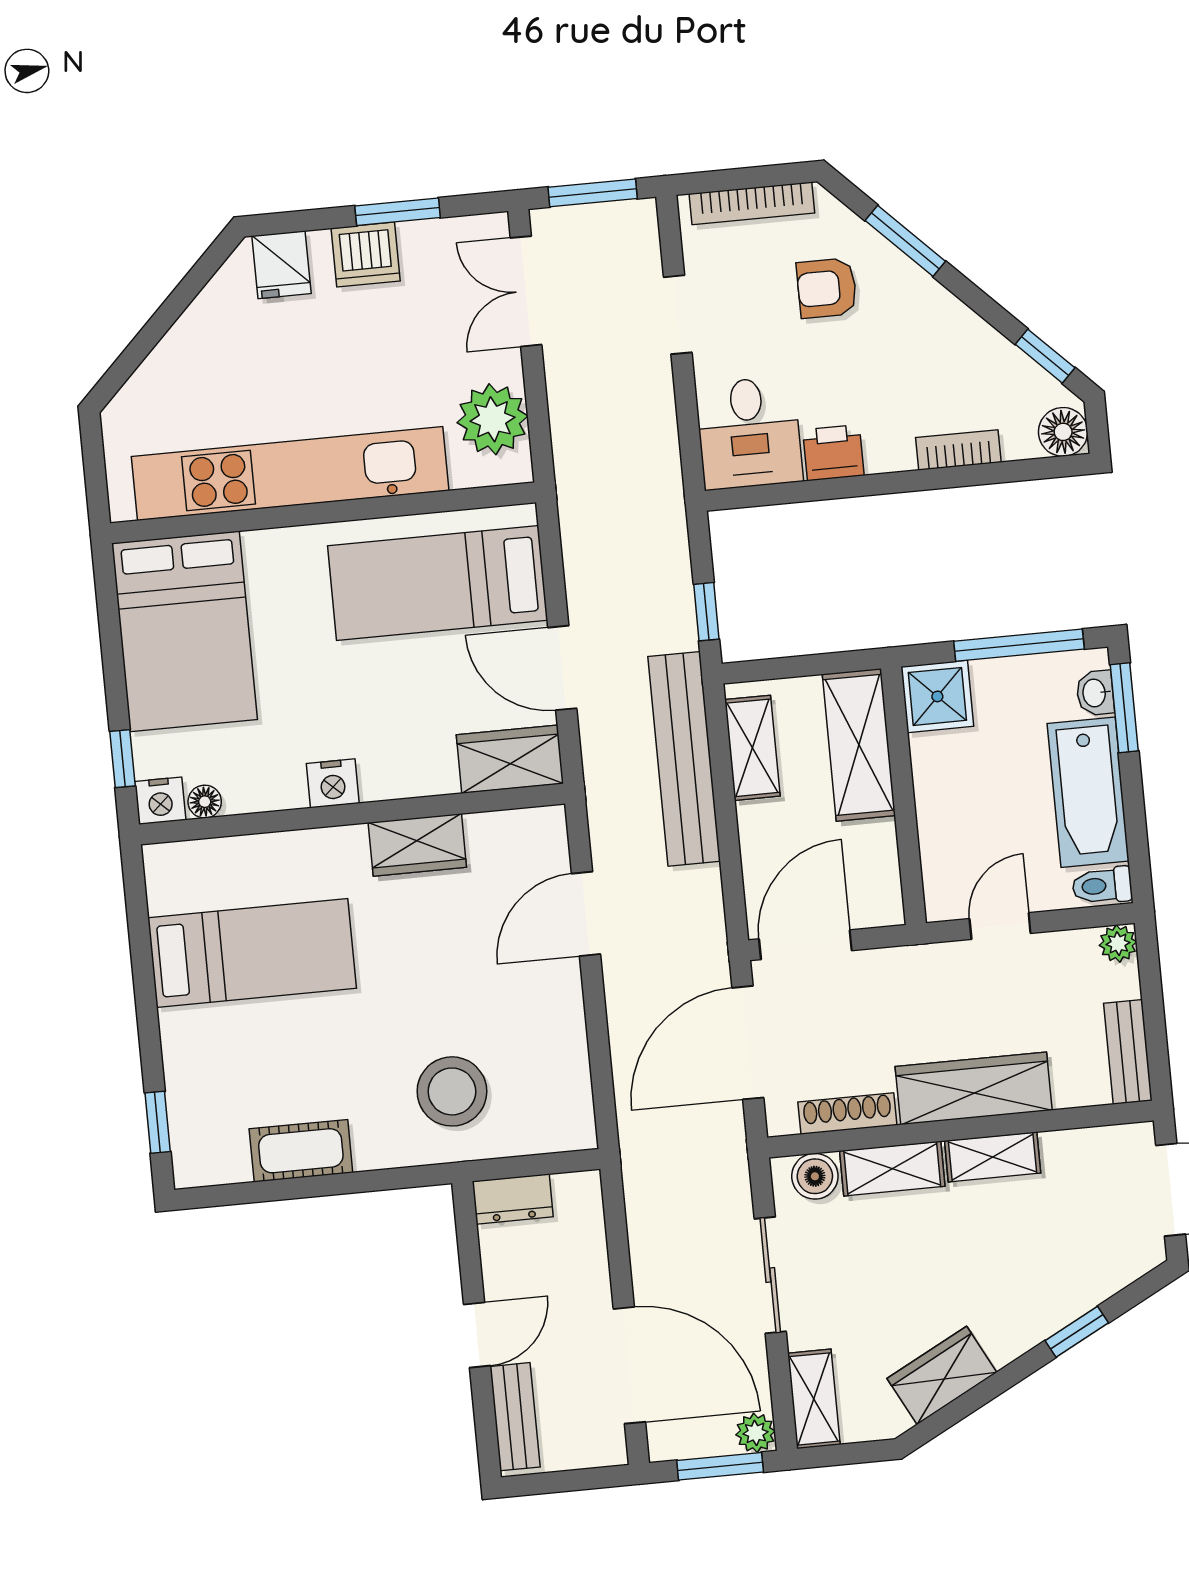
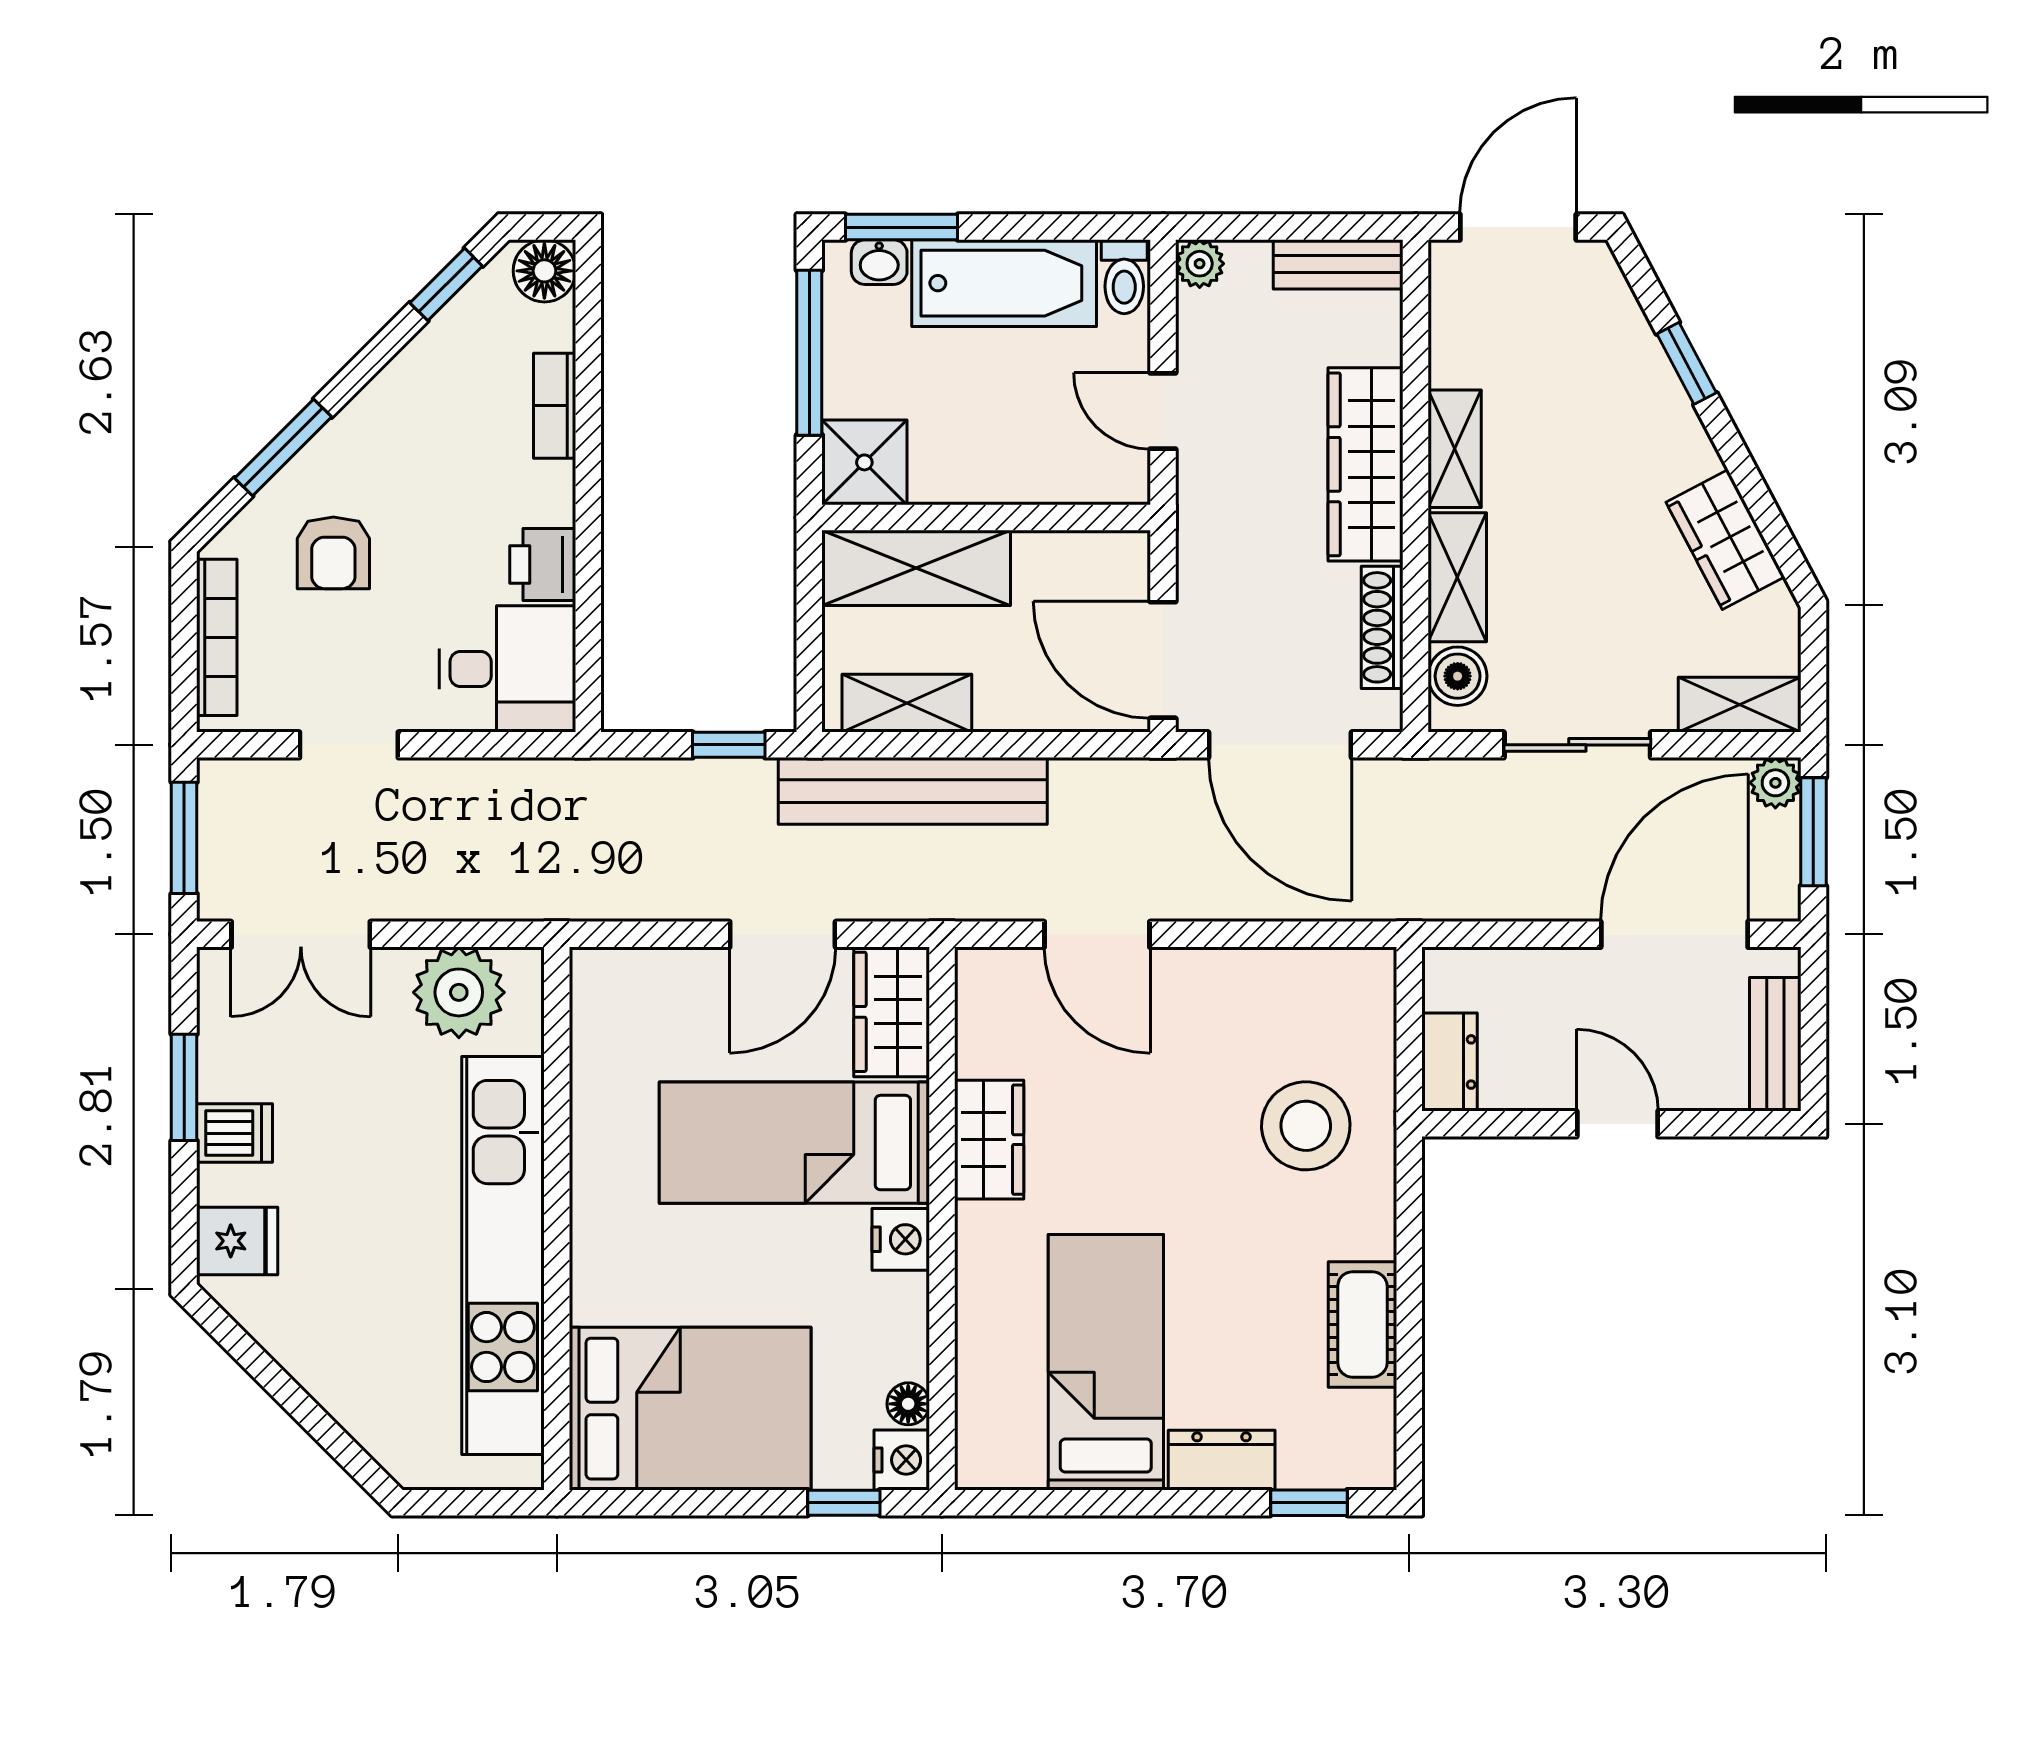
dishwasher: (366, 255) -> (235, 1133), width x0.73
bed: (438, 583) -> (794, 1143), moved, turned 90
dresser: (184, 1051) -> (1222, 1460), added
bench: (515, 1417) -> (1775, 1044), moved, turned 90

